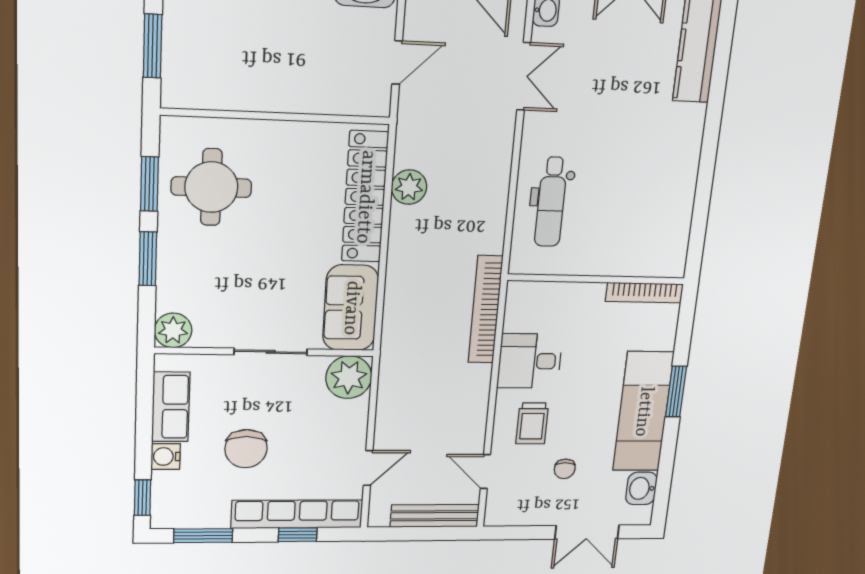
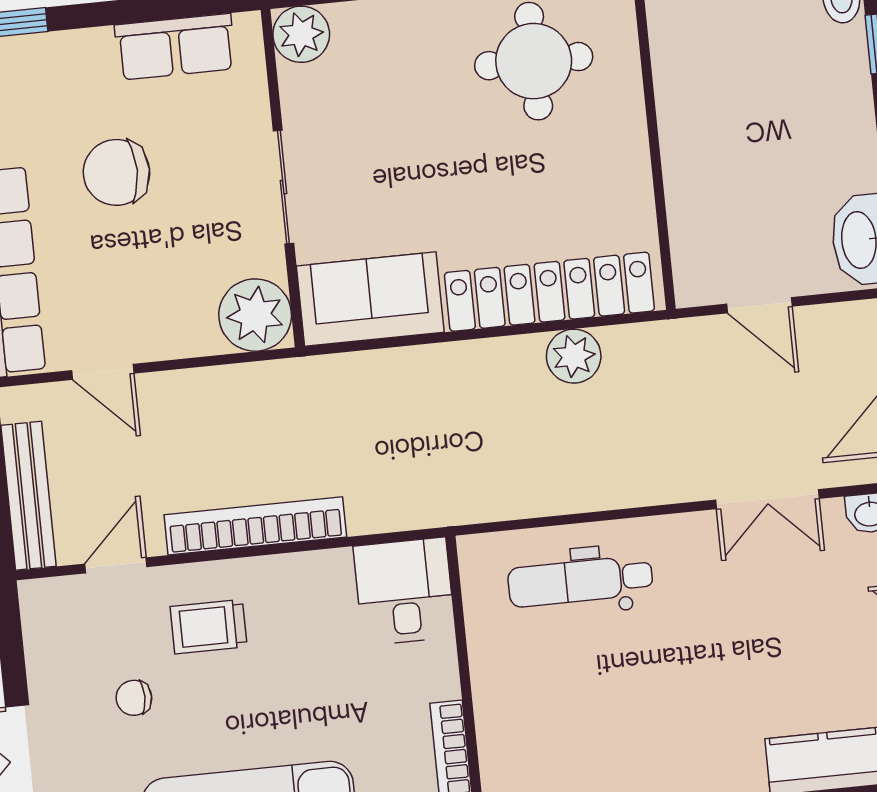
bookcase: (485, 310) -> (255, 526), moved
desk: (530, 361) -> (404, 591), moved
water cooler: (166, 456) -> (90, 50), removed

